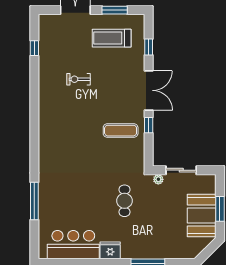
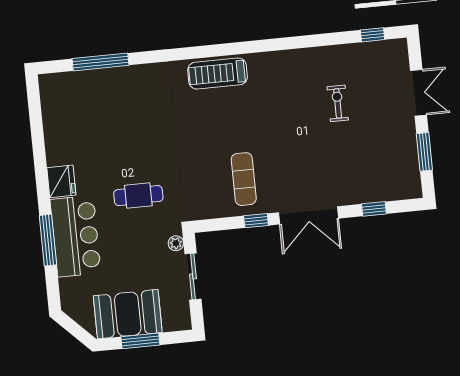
treadmill: (112, 38) -> (218, 74), moved, turned -90
window: (34, 48) -> (372, 35), moved
exercise bike: (79, 79) -> (338, 103), moved
window: (34, 201) -> (100, 62), moved
bar counter: (73, 245) -> (76, 236), moved

